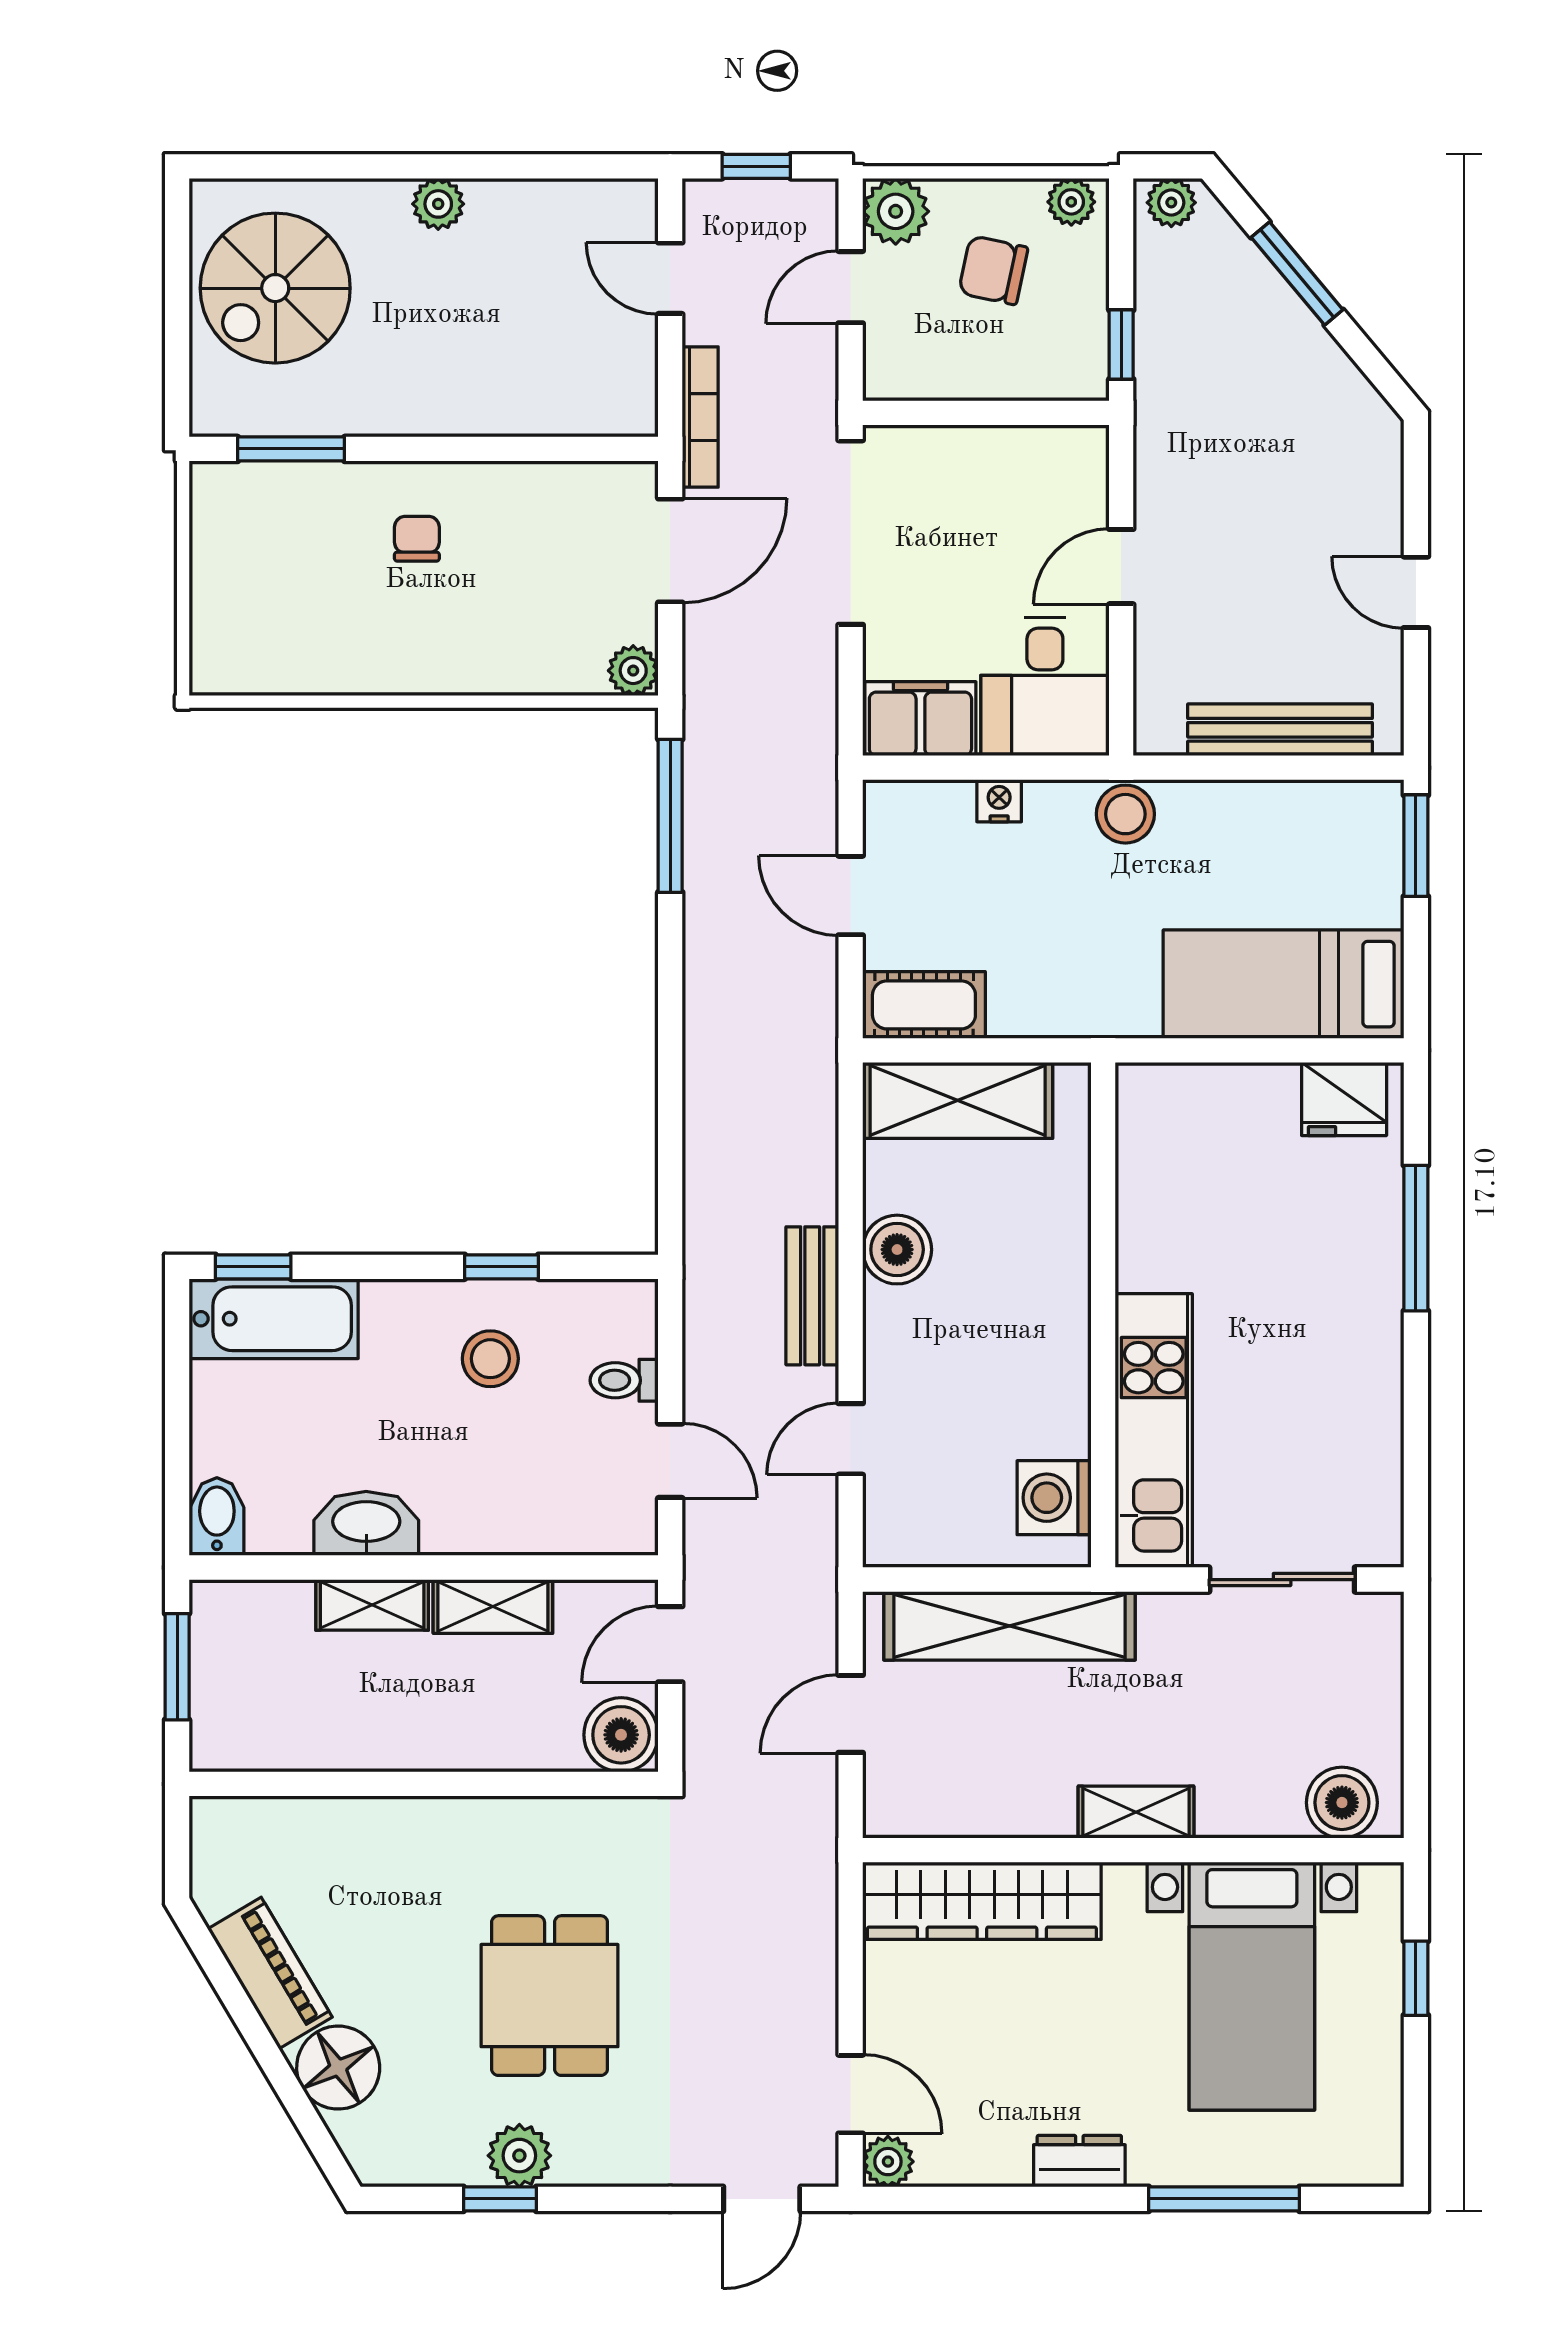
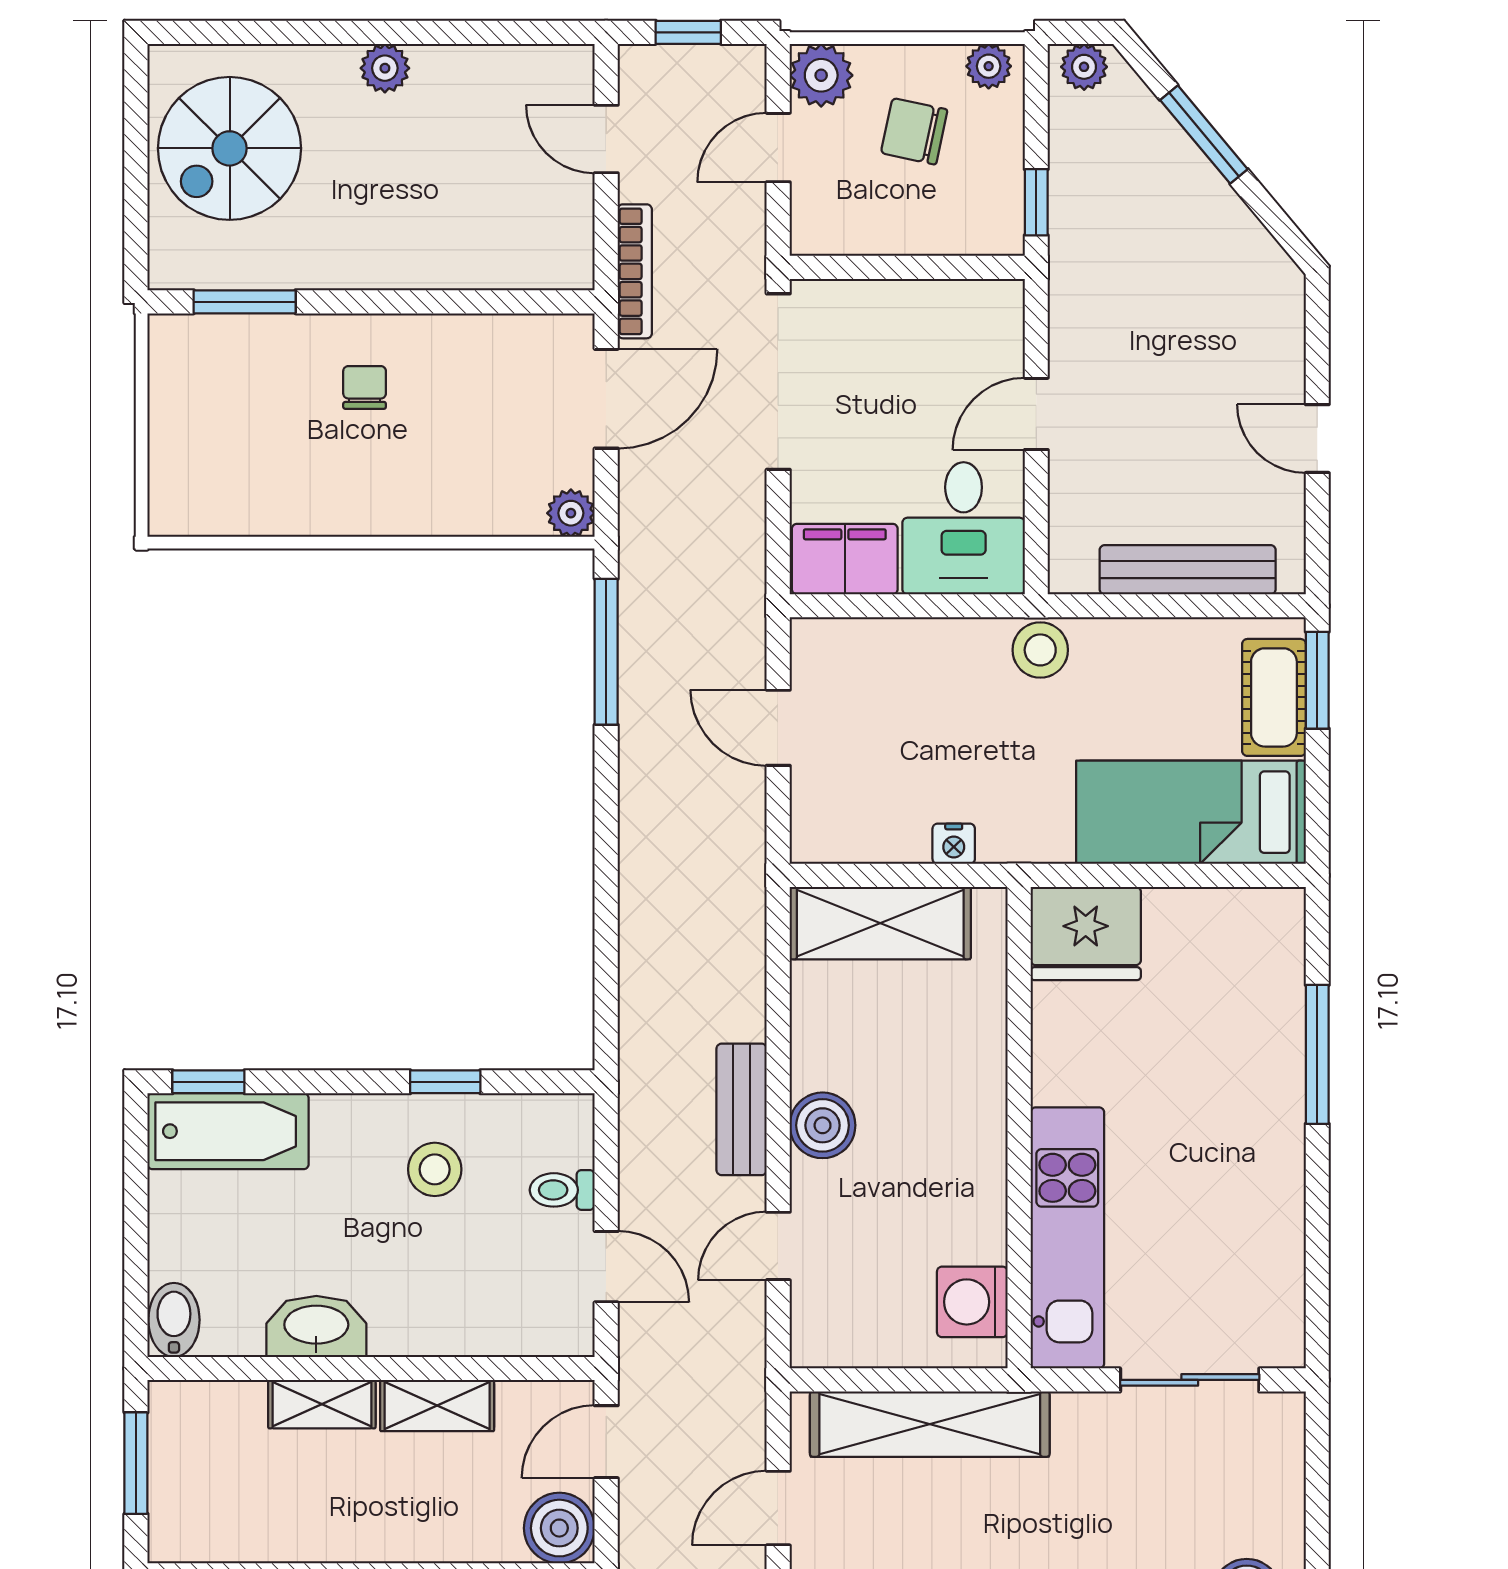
nightstand: (999, 801) -> (954, 844), moved, turned 180
cot: (924, 1005) -> (1274, 697), moved, turned 90
fridge: (1344, 1099) -> (1086, 933), moved, width x1.36, depth x1.34
boiler: (897, 1250) -> (823, 1125), moved

